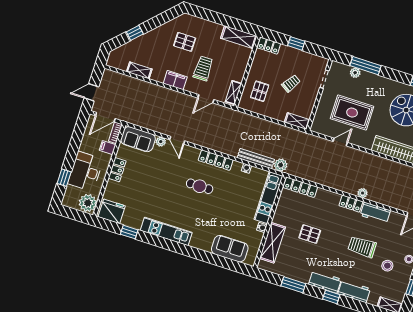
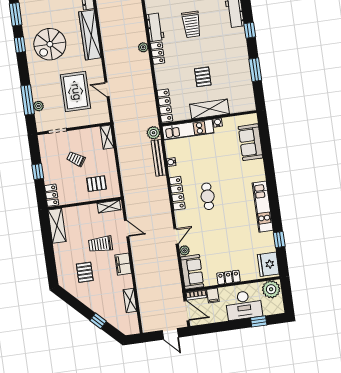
shelving: (272, 243) -> (209, 109), moved
workbench: (325, 282) -> (239, 43), removed

